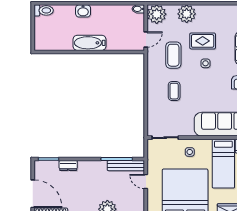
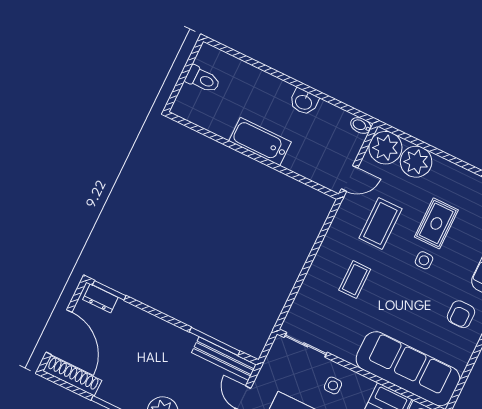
toilet: (44, 10) -> (203, 79), moved
washbasin: (83, 11) -> (304, 102), moved
plant: (187, 14) -> (416, 162), moved
rug: (203, 41) -> (436, 223), turned 90
dresser: (68, 166) -> (100, 298), moved

